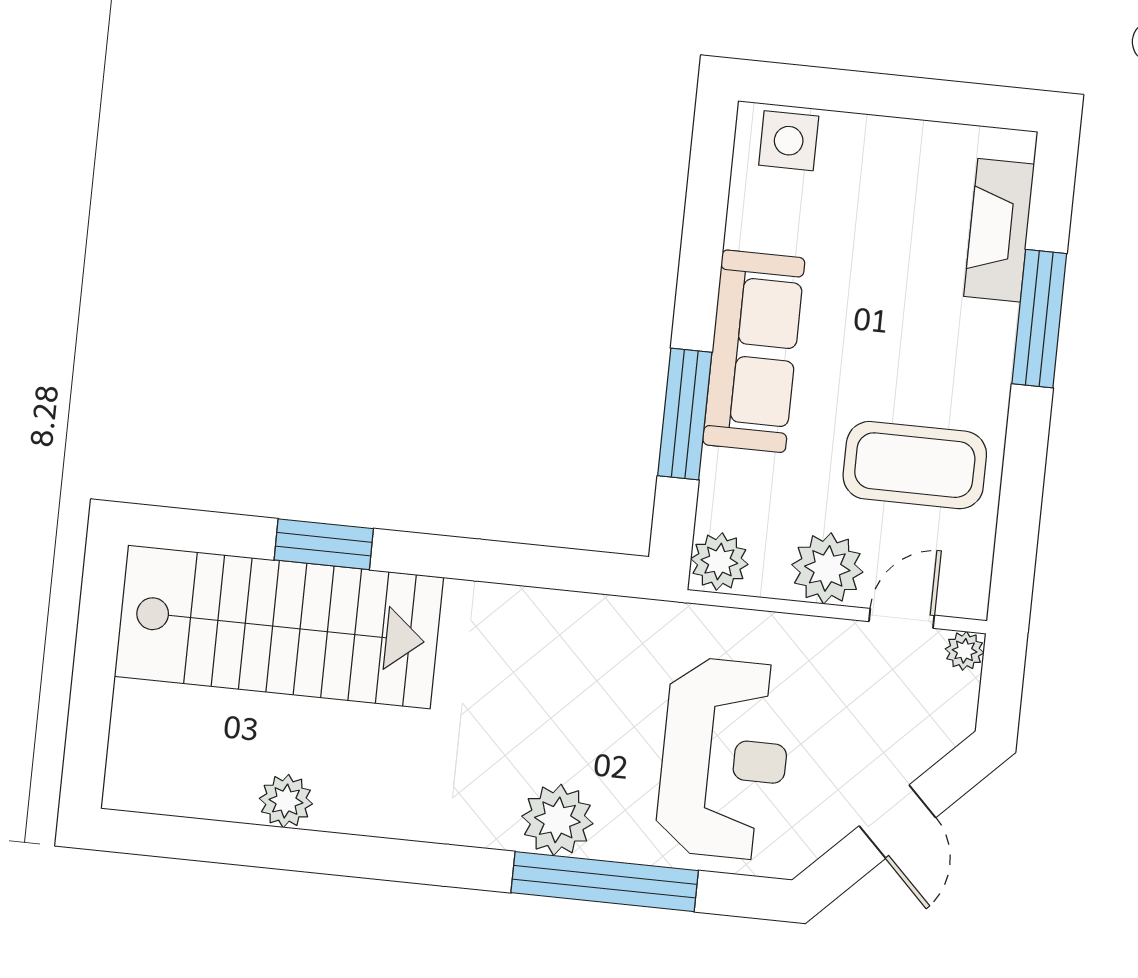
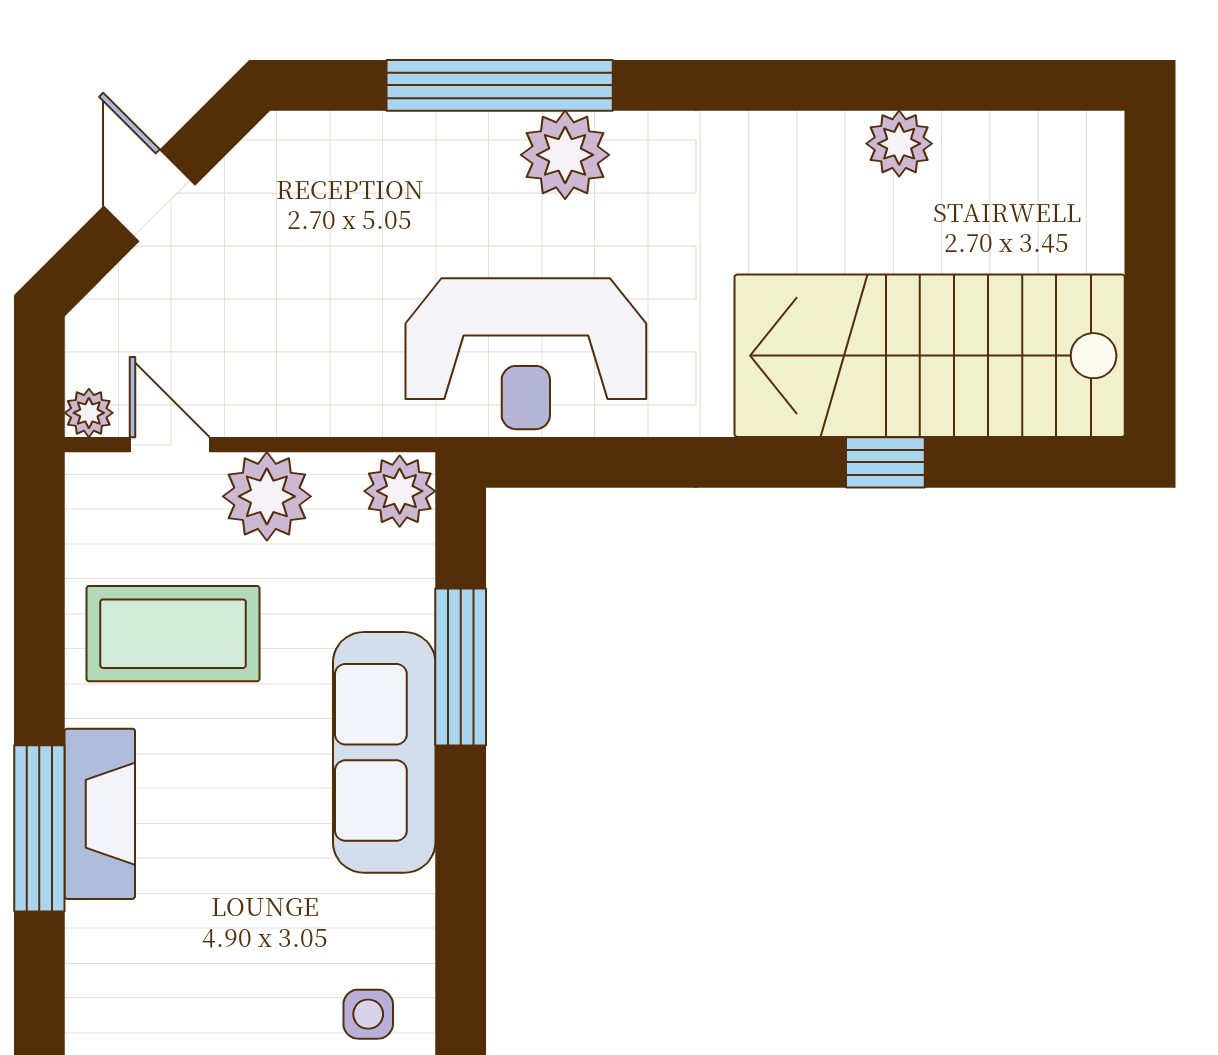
side table: (789, 141) -> (368, 1014), width x0.73, depth x0.73
fireplace: (999, 230) -> (100, 814), moved
window: (324, 544) -> (885, 462), width x0.67
door: (902, 618) -> (170, 445), swing flipped
reception desk: (724, 758) -> (526, 354), moved, turned -90

